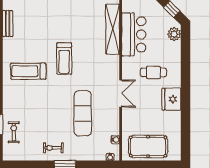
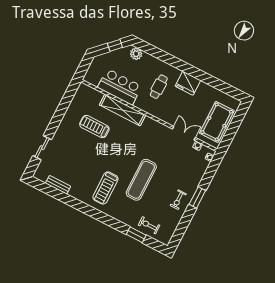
shelving: (113, 29) -> (123, 110), moved
treadmill: (64, 59) -> (94, 127), moved, turned 180
double door: (121, 94) -> (184, 133), moved
exercise mat: (83, 113) -> (141, 180), moved, turned 90

